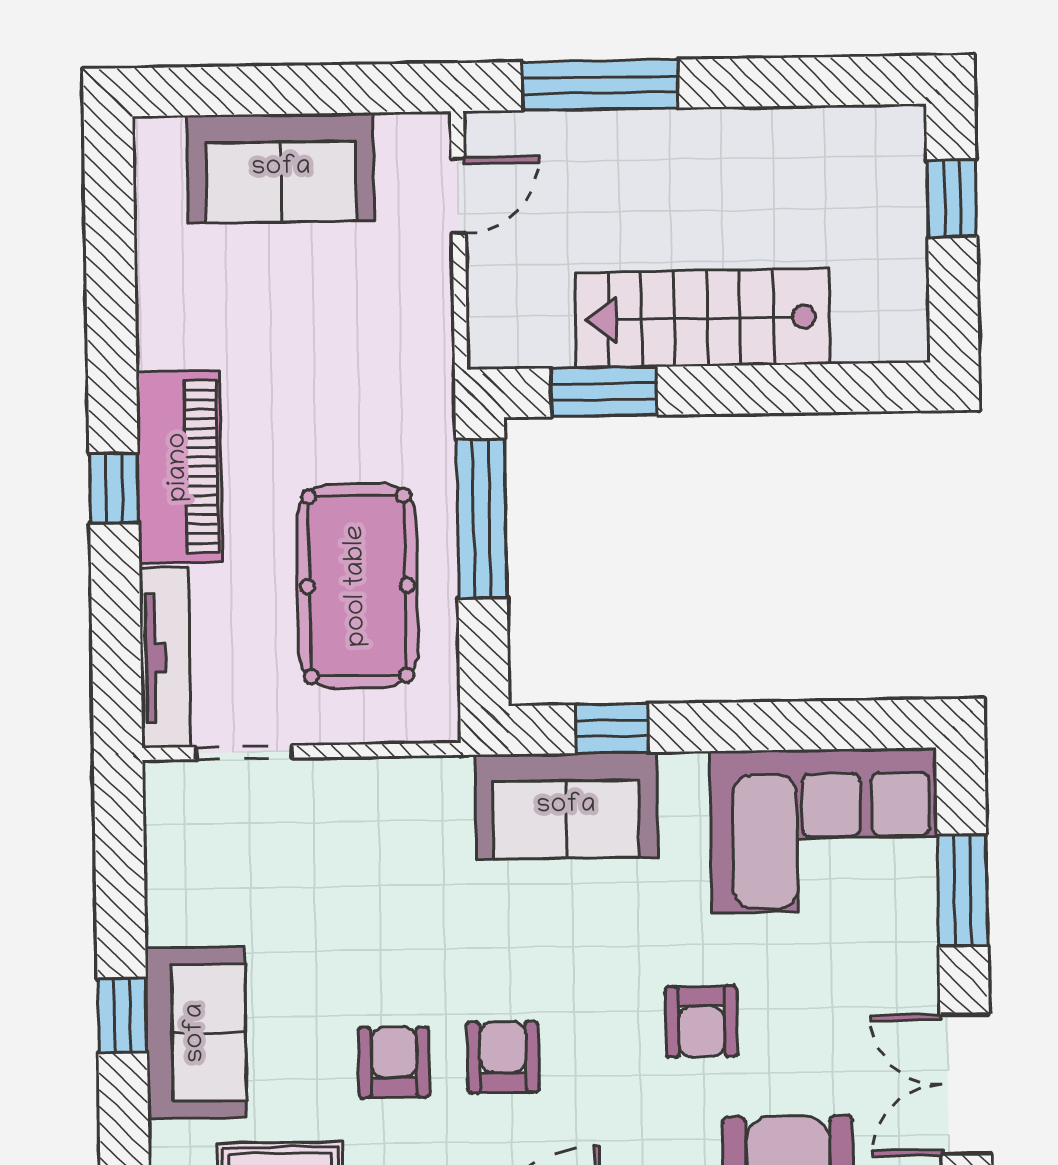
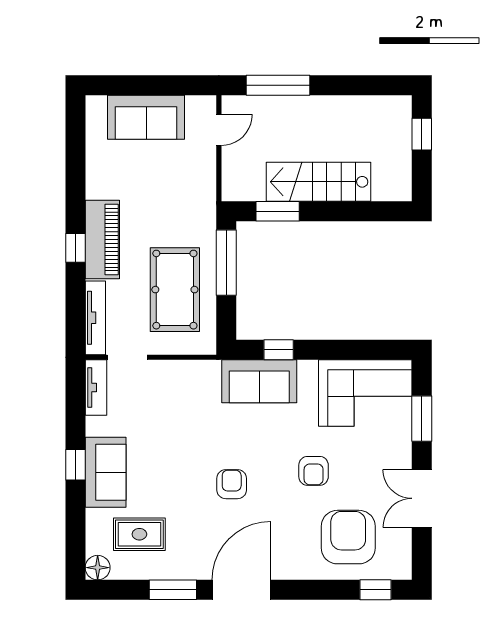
tv unit: (169, 827) -> (96, 388), added
armchair: (394, 1062) -> (187, 486), removed

